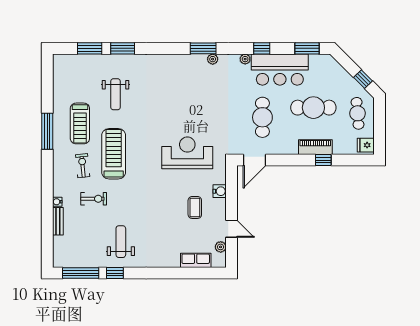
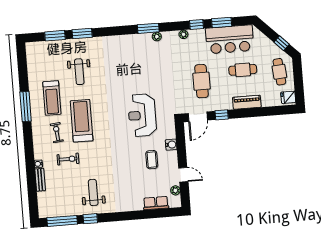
window: (307, 48) -> (222, 23), moved
bar counter: (280, 70) -> (230, 39), moved
cafe table: (313, 108) -> (243, 70), width x0.73, depth x0.74
reception desk: (187, 153) -> (142, 115), turned -90
window: (323, 160) -> (222, 115), moved

